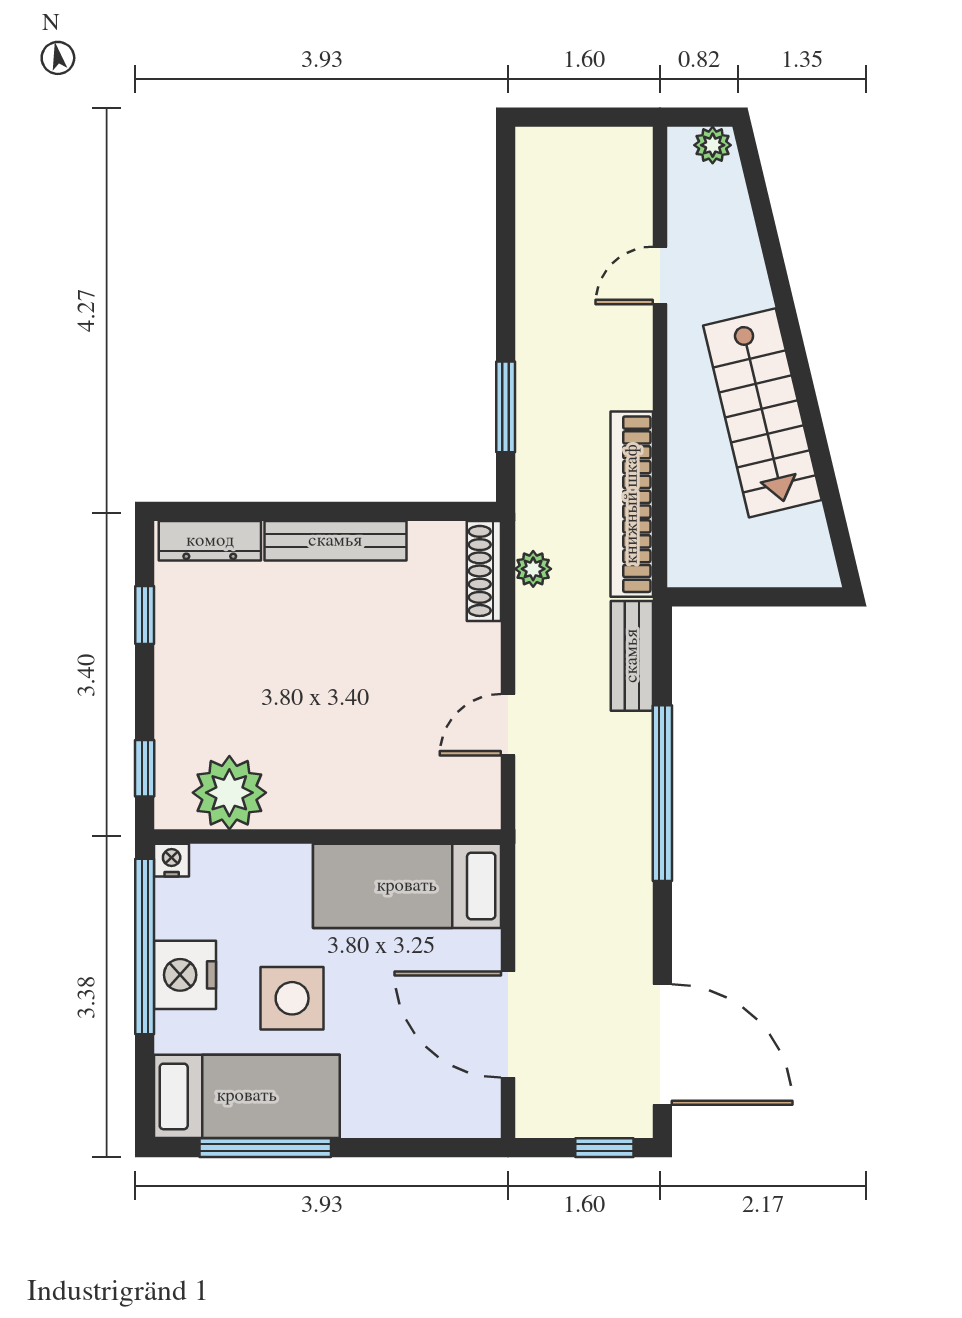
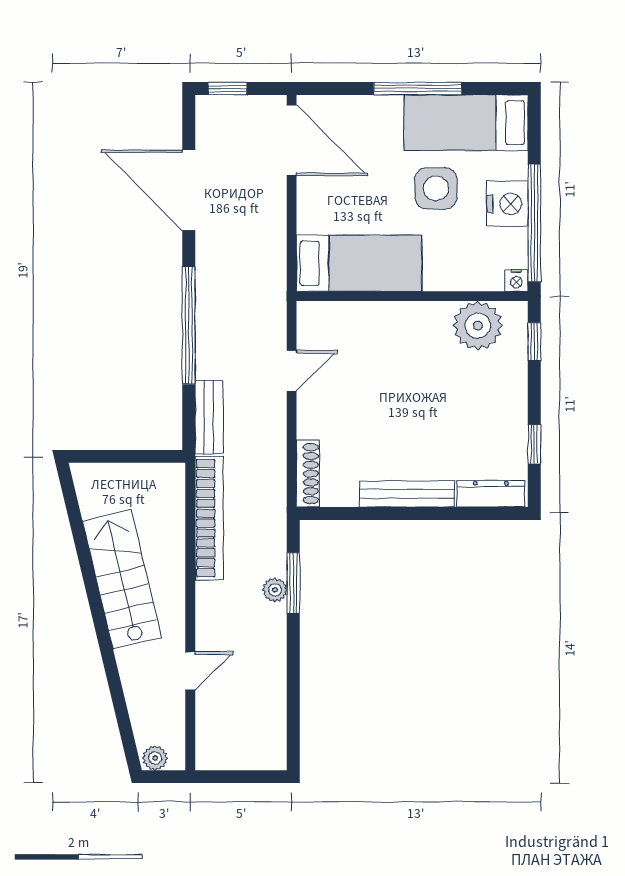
plant: (533, 569) -> (275, 590), moved
door: (508, 1025) -> (292, 140), moved
door: (662, 1044) -> (189, 190), moved
window: (265, 1148) -> (418, 89), moved

